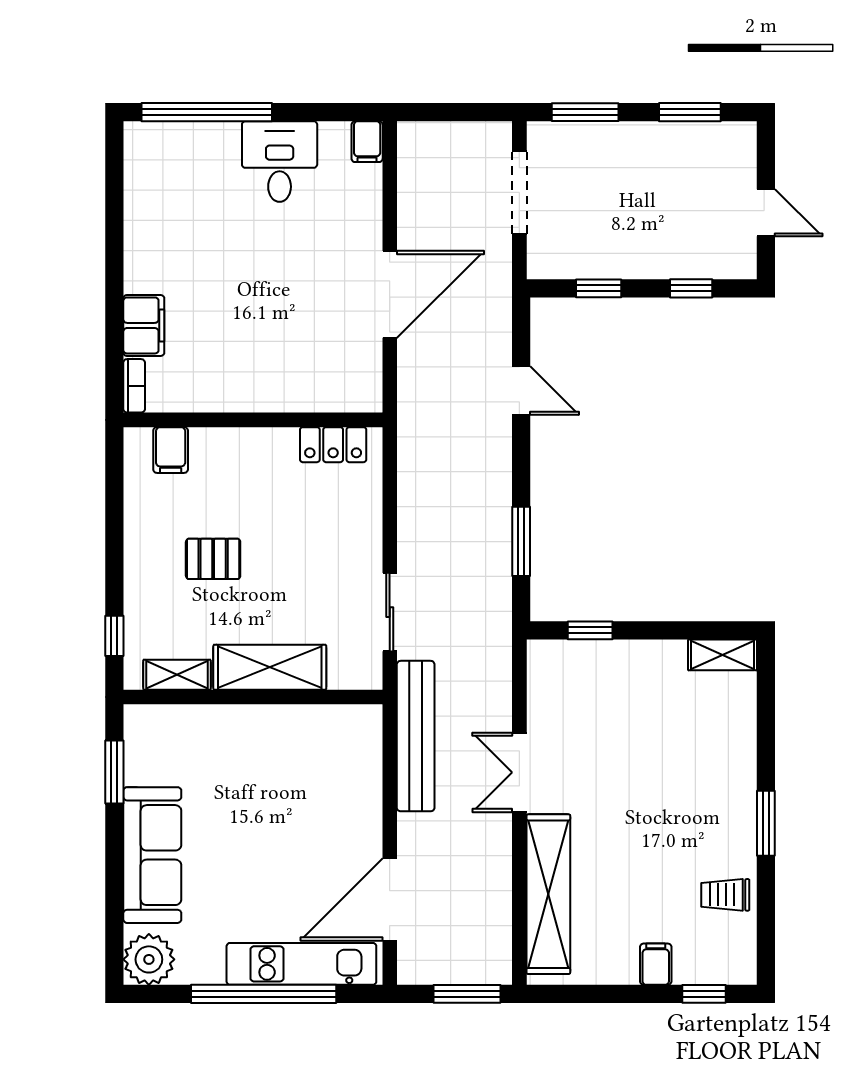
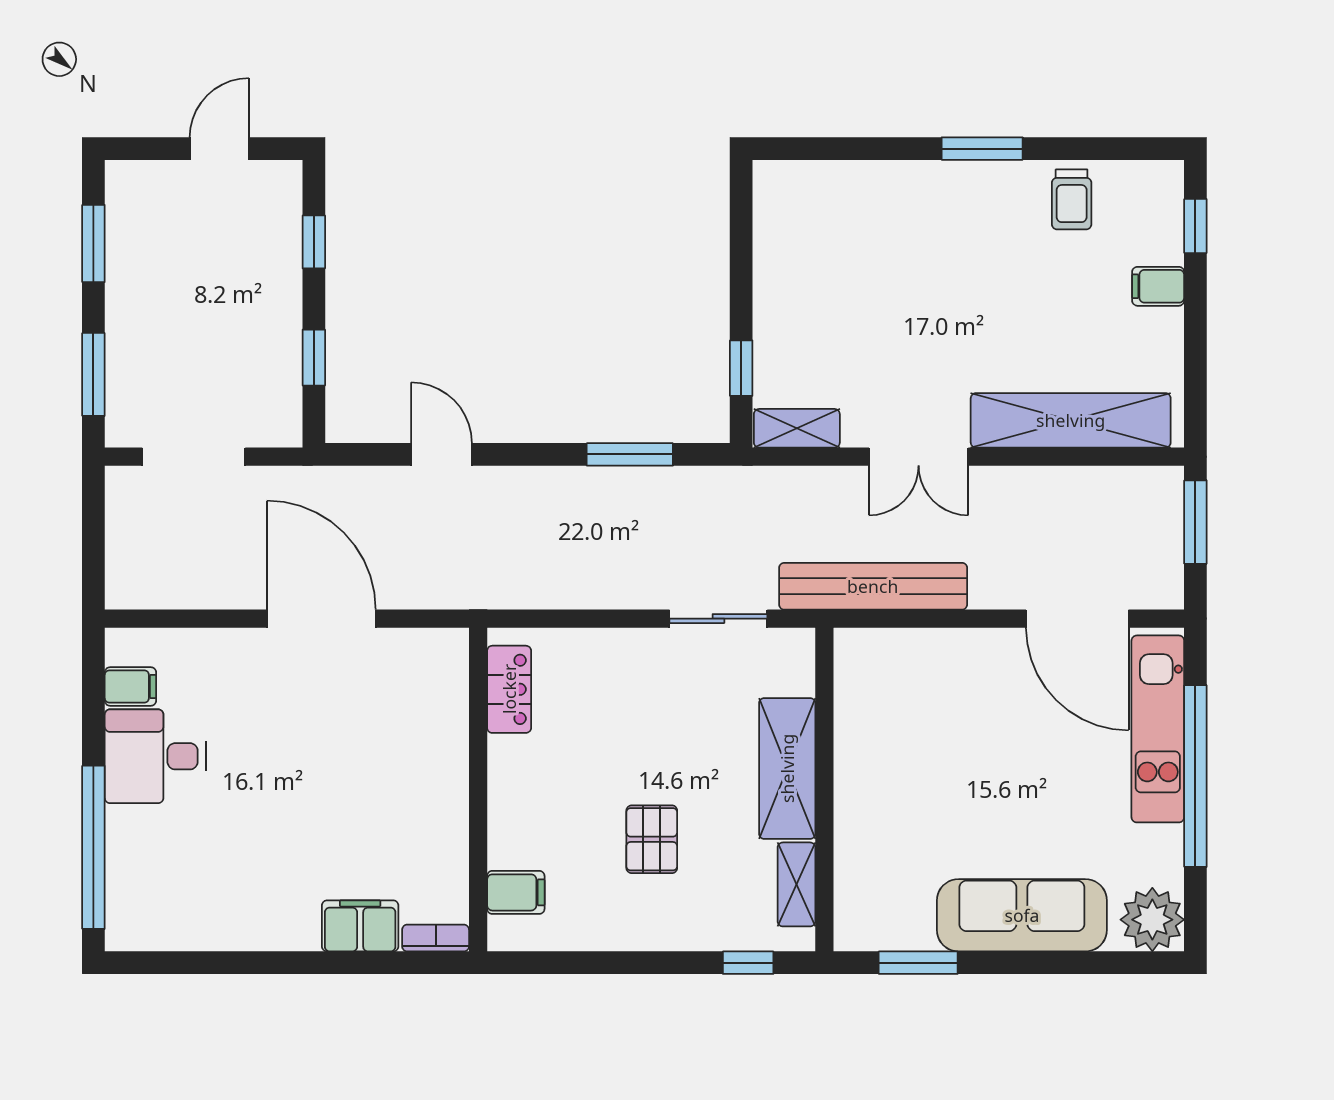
filing cabinet: (367, 142) -> (130, 687), moved
door: (521, 391) -> (441, 454), hinge flipped
shelving: (722, 655) -> (797, 428), moved, turned 90

